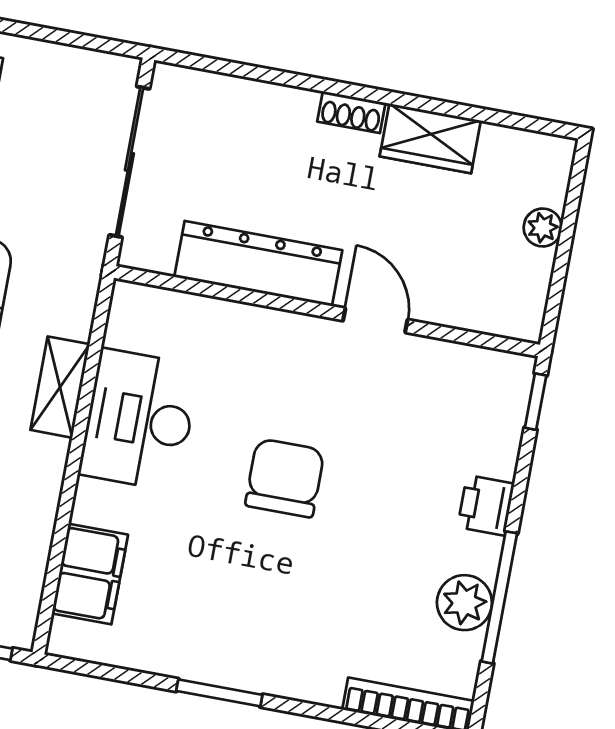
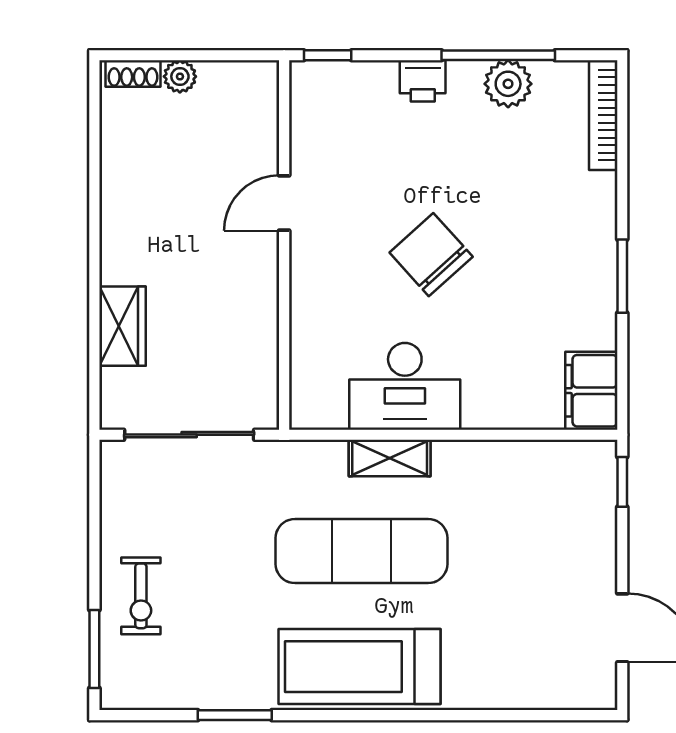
shoe rack: (351, 112) -> (133, 74), moved, turned 90
wardrobe: (430, 138) -> (122, 326), moved
dresser: (258, 264) -> (255, 310), removed
chair: (285, 478) -> (431, 255), turned 48
filing cabinet: (90, 574) -> (591, 391), moved, turned -90

